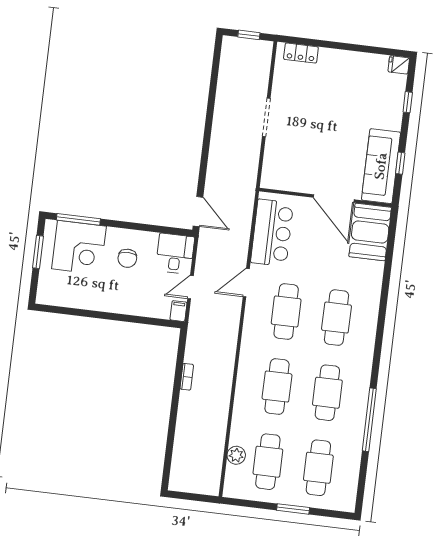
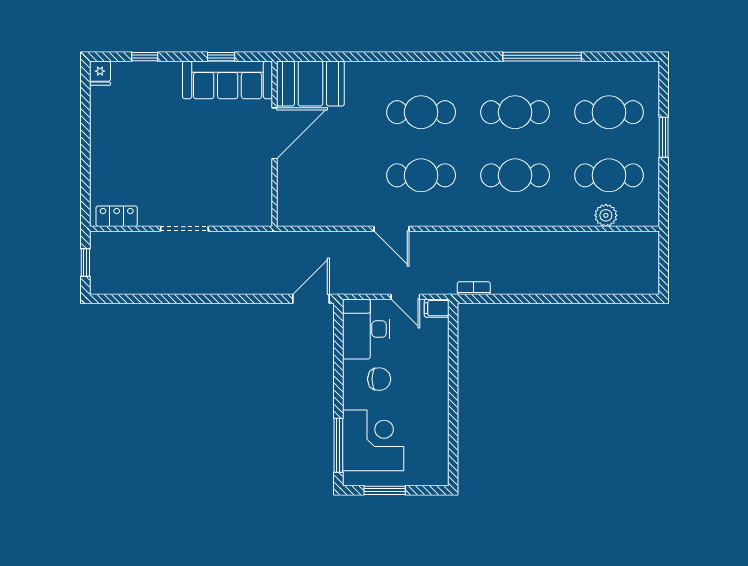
locker: (301, 53) -> (117, 216), moved, turned -90
bar counter: (272, 233) -> (326, 204), removed
desk: (175, 254) -> (366, 329), width x1.37
bookcase: (187, 377) -> (474, 288), moved

